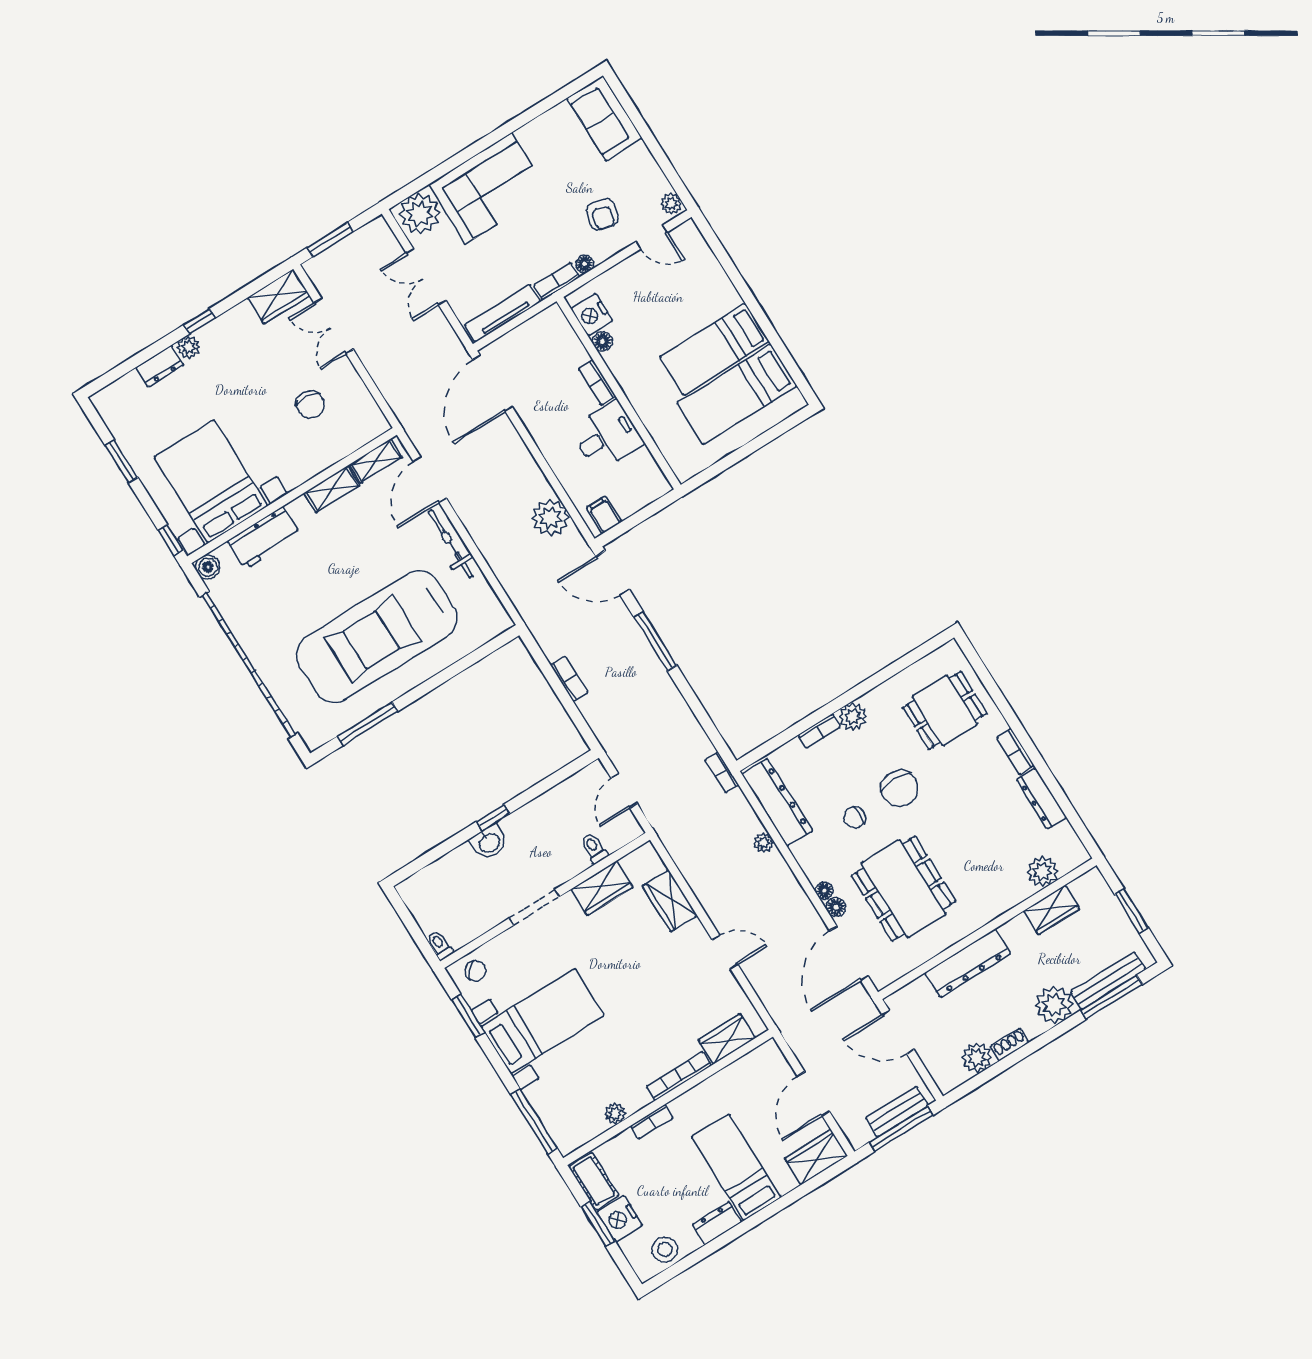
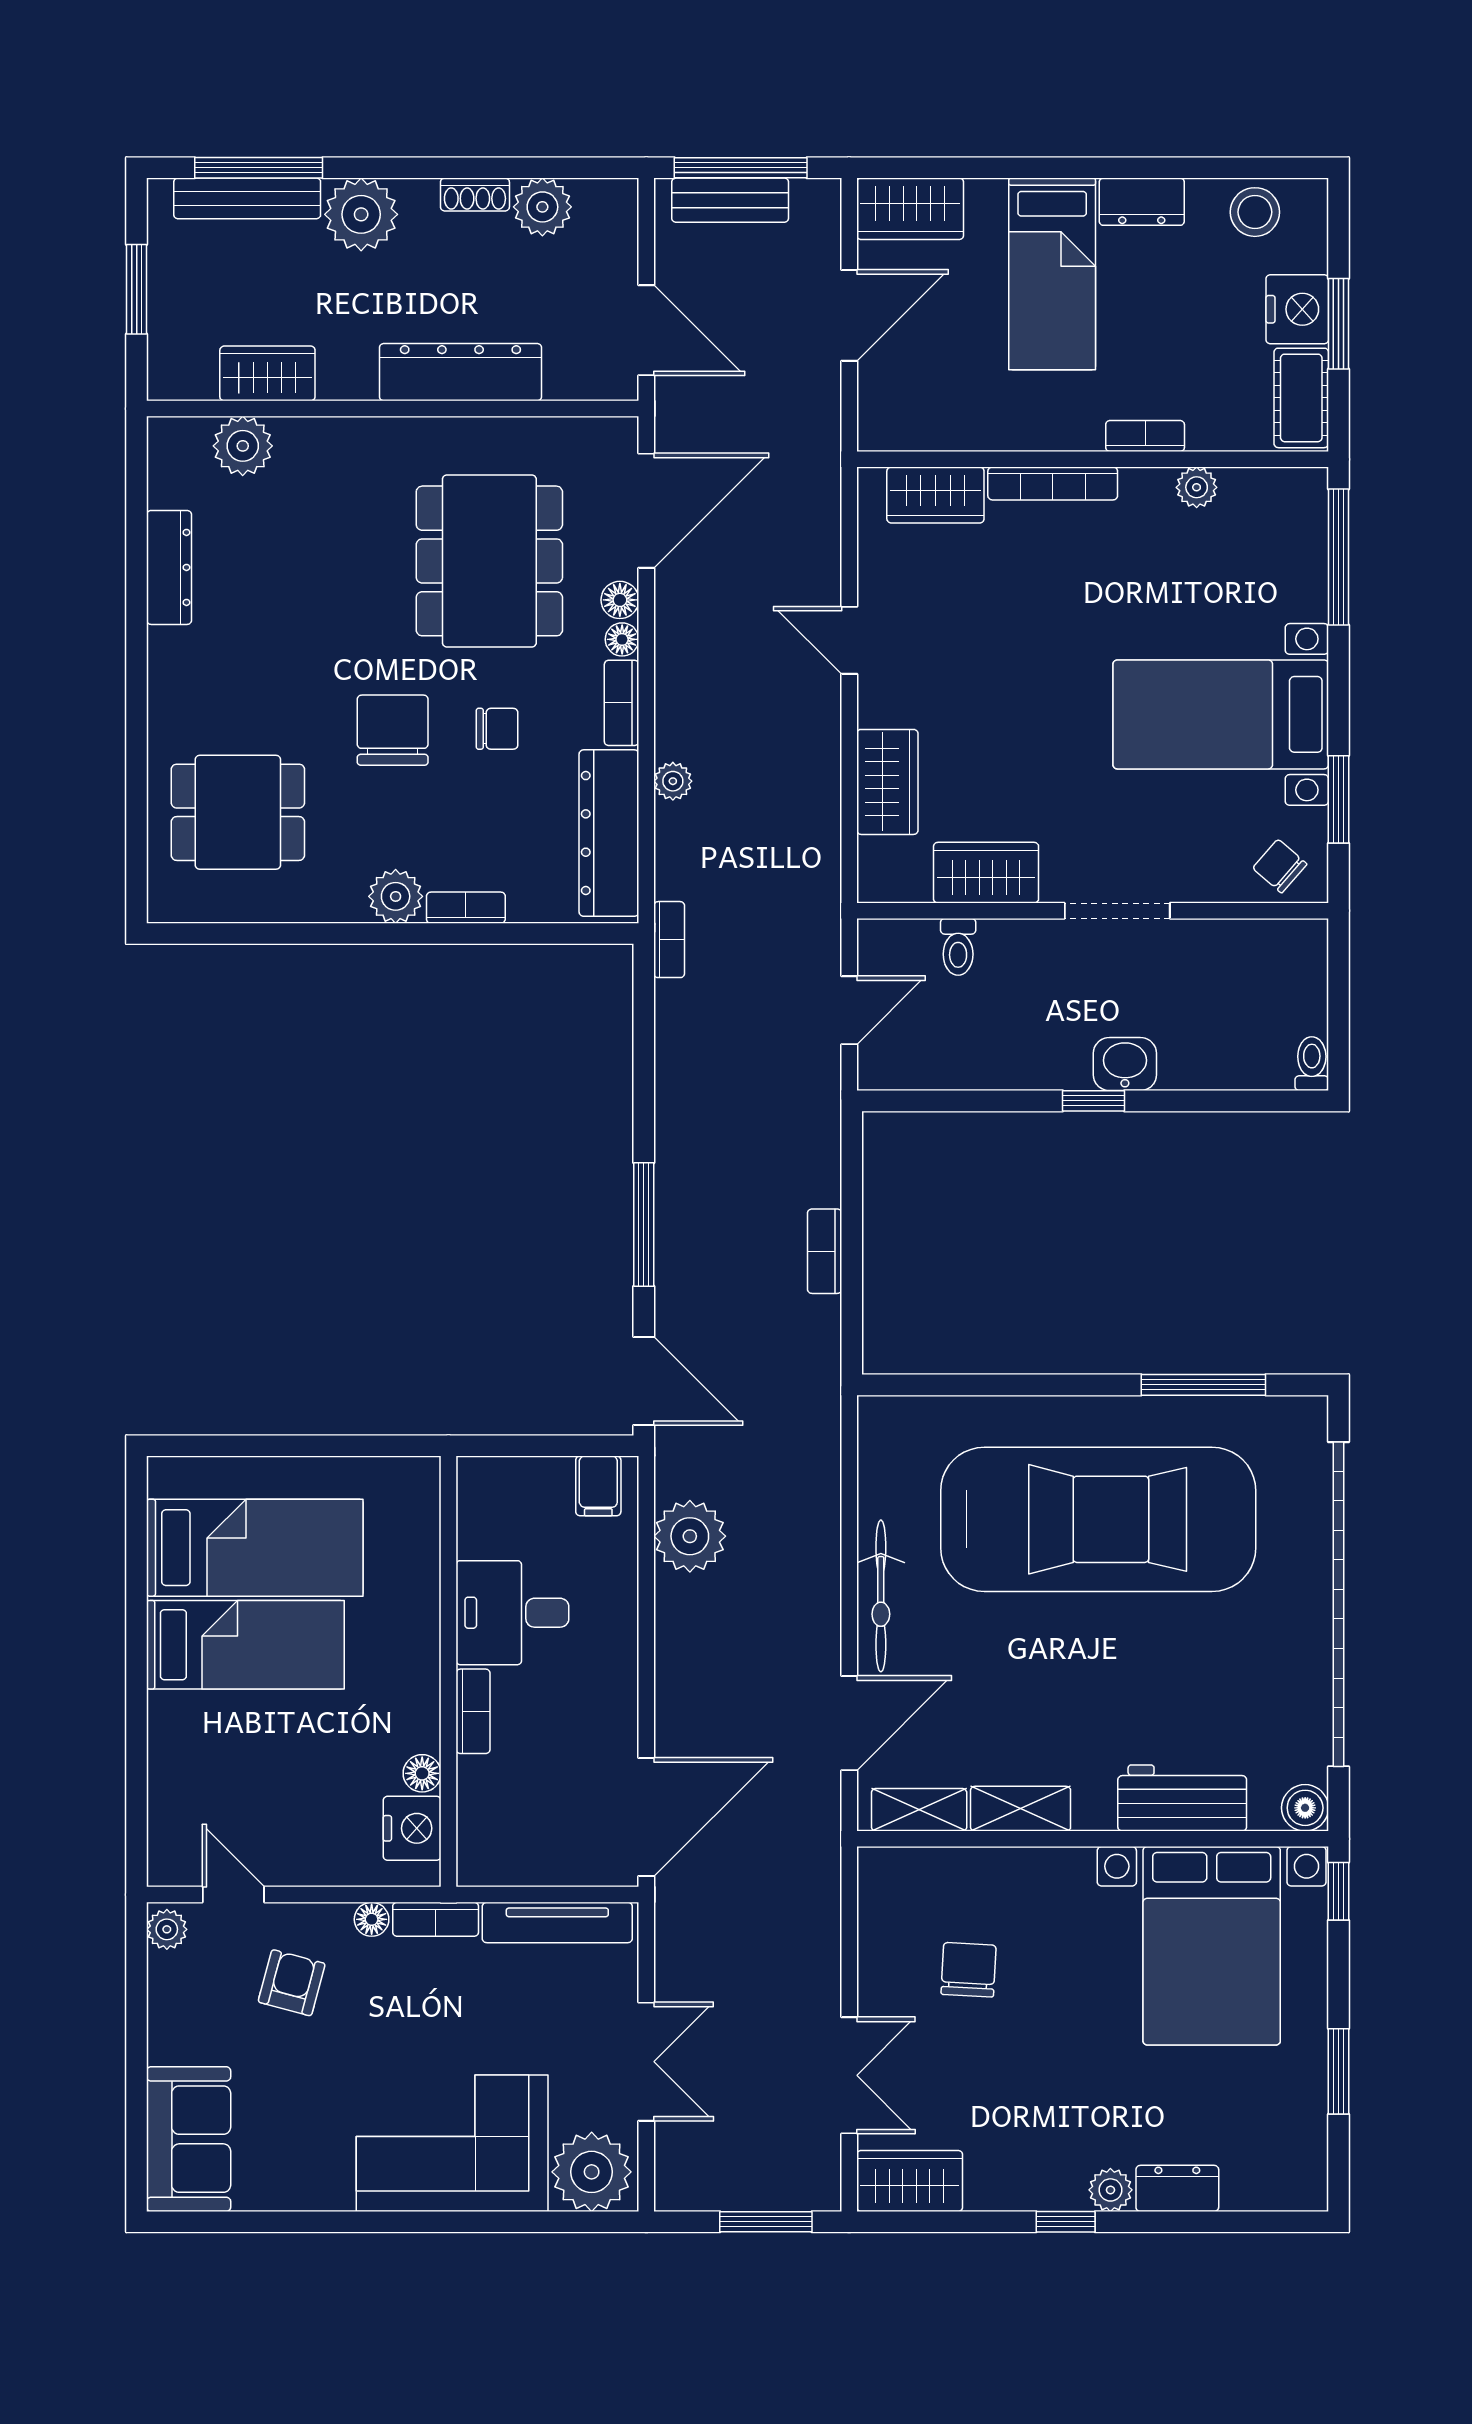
bookcase: (1015, 752) -> (622, 703), moved, turned 180
toilet: (440, 945) -> (1312, 1064), moved, turned 180

